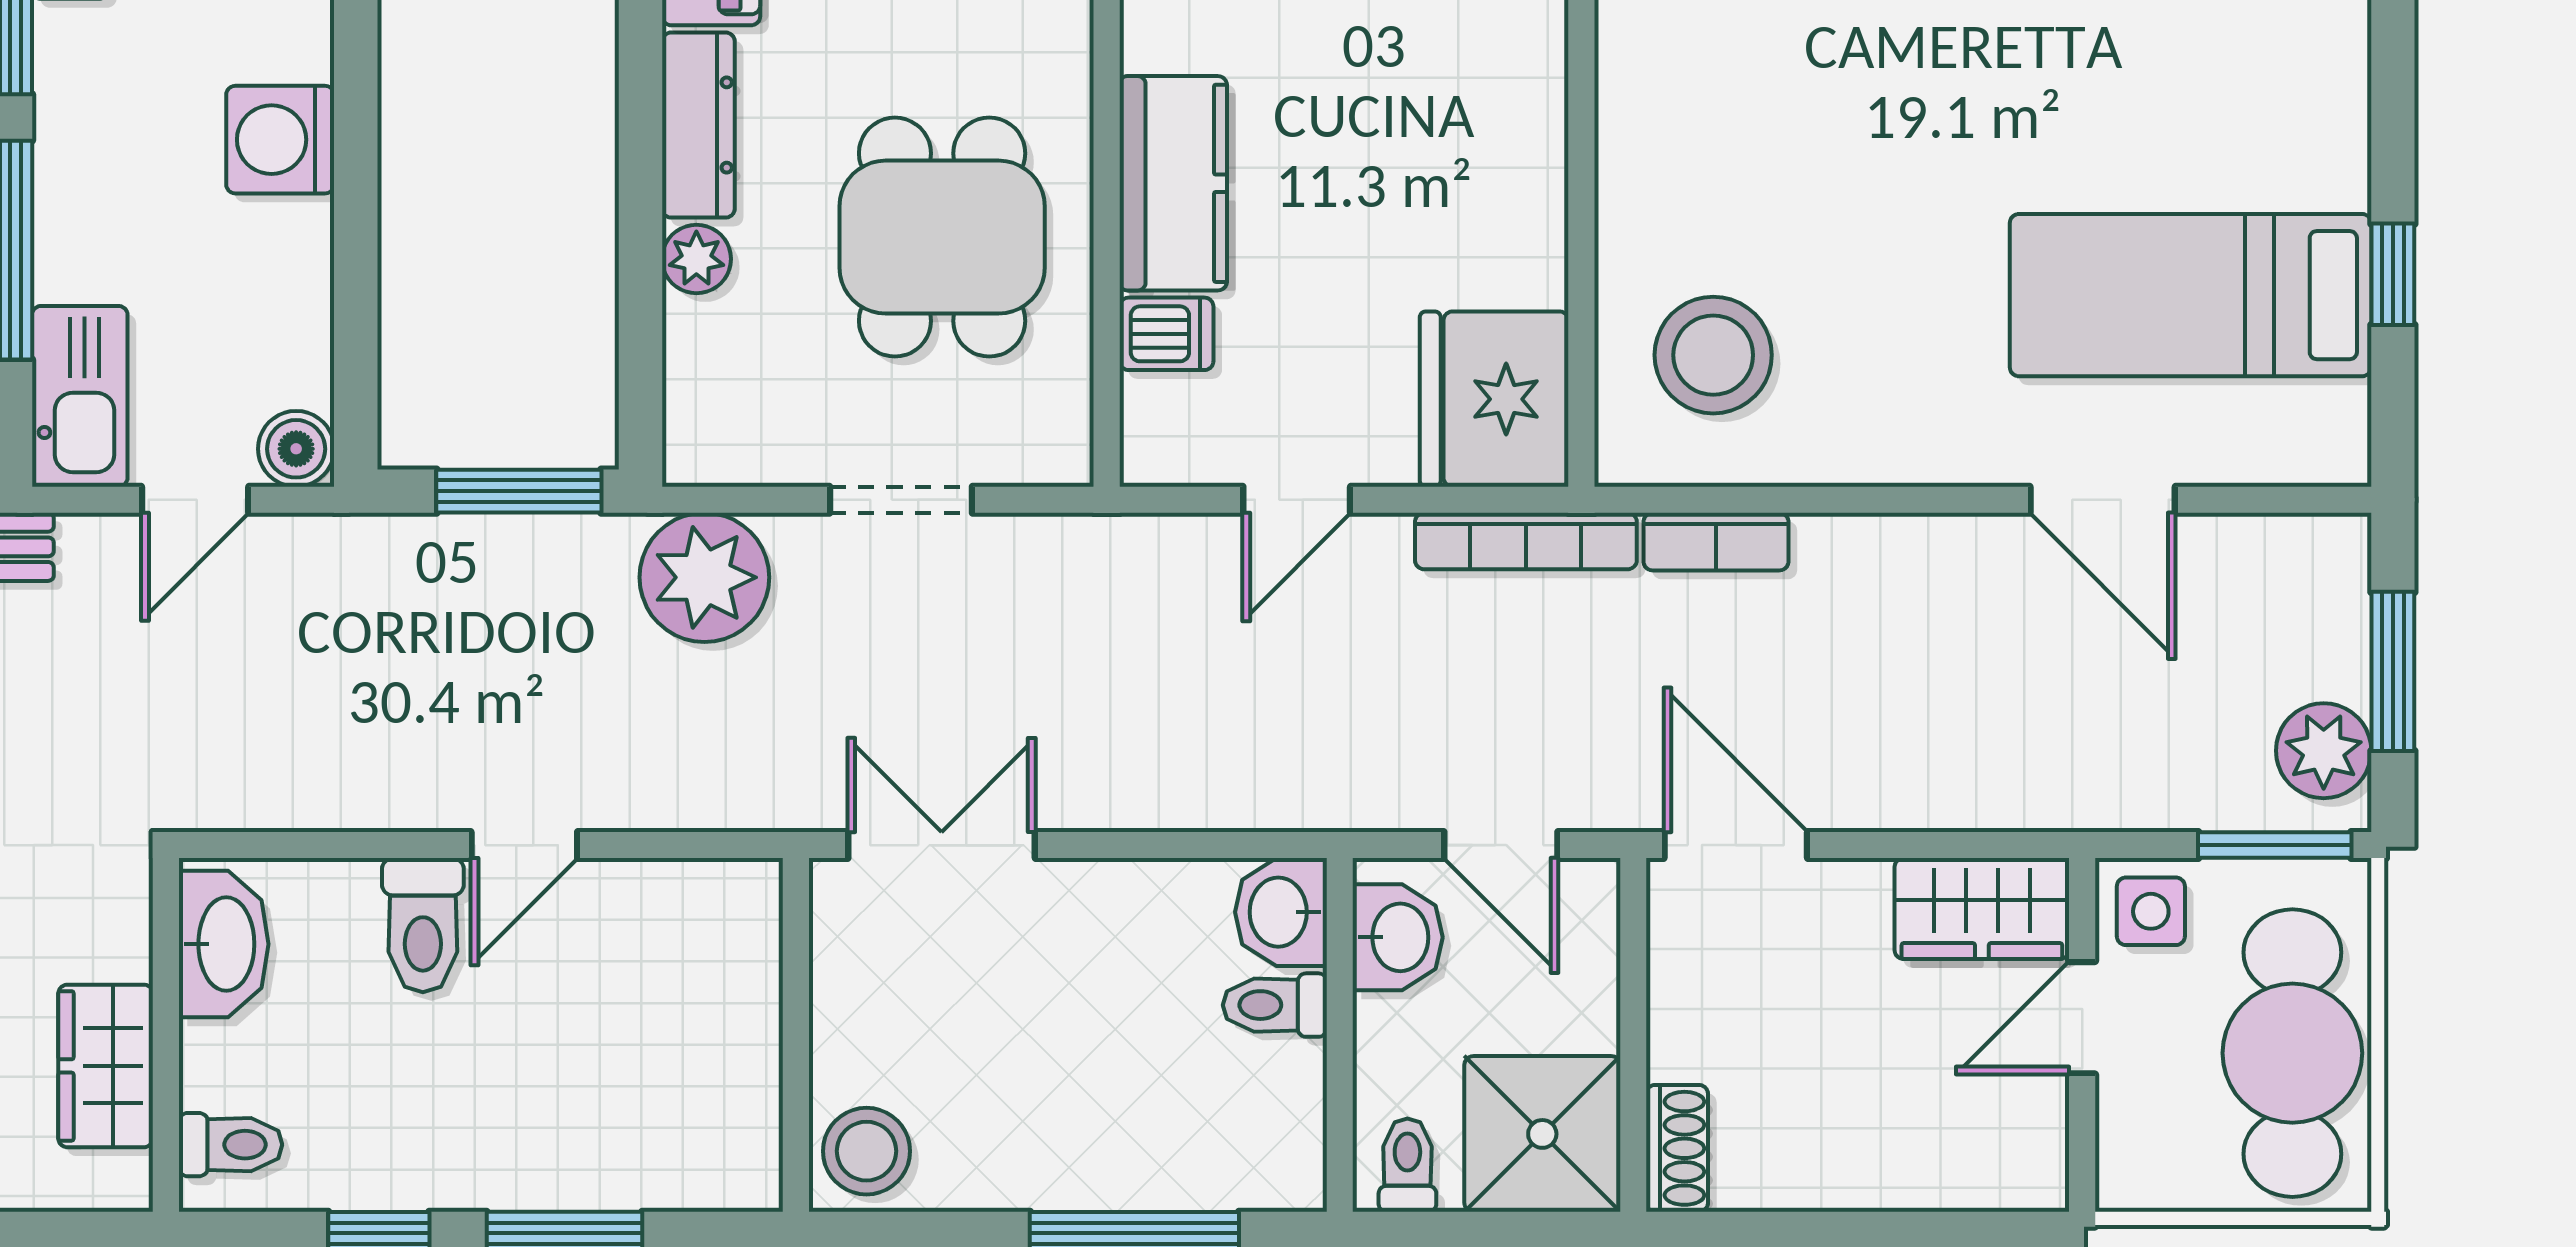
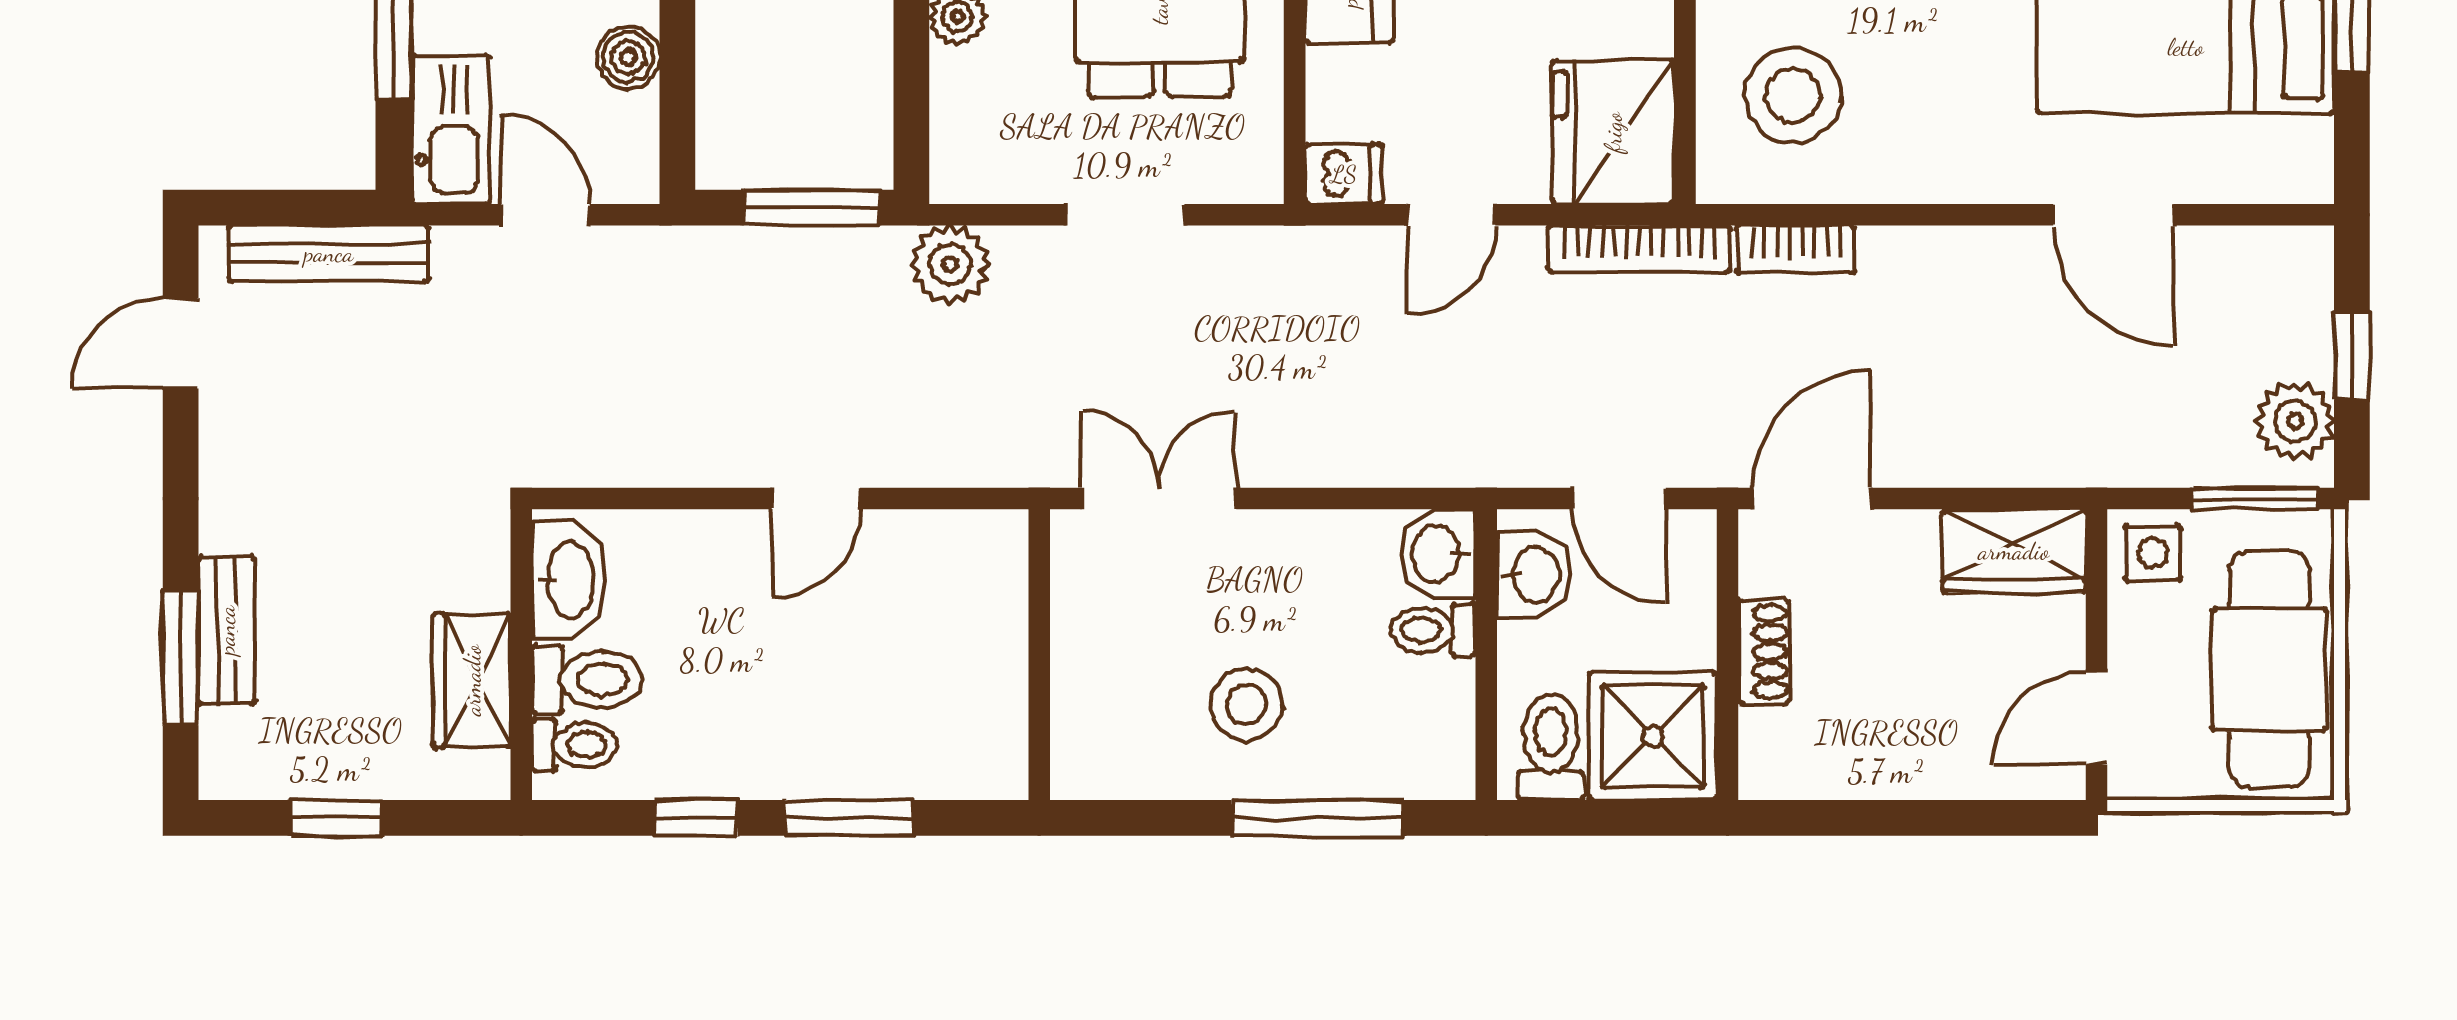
dishwasher: (1166, 334) -> (1344, 174), moved
boiler: (296, 449) -> (628, 57), moved
door: (195, 500) -> (545, 215), swing flipped
plant: (704, 577) -> (950, 264), width x0.73, depth x0.73
window: (2393, 671) -> (2352, 356), width x0.67
door: (1736, 845) -> (1812, 499), hinge flipped
toilet: (423, 925) -> (587, 680), moved, turned -90
door: (2082, 1018) -> (2096, 718), moved
shoe rack: (1677, 1148) -> (1763, 652), moved
stool: (867, 1151) -> (1247, 704), moved
toilet: (1407, 1165) -> (1551, 747), width x1.37, depth x1.39

